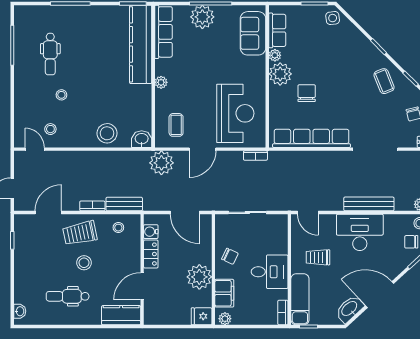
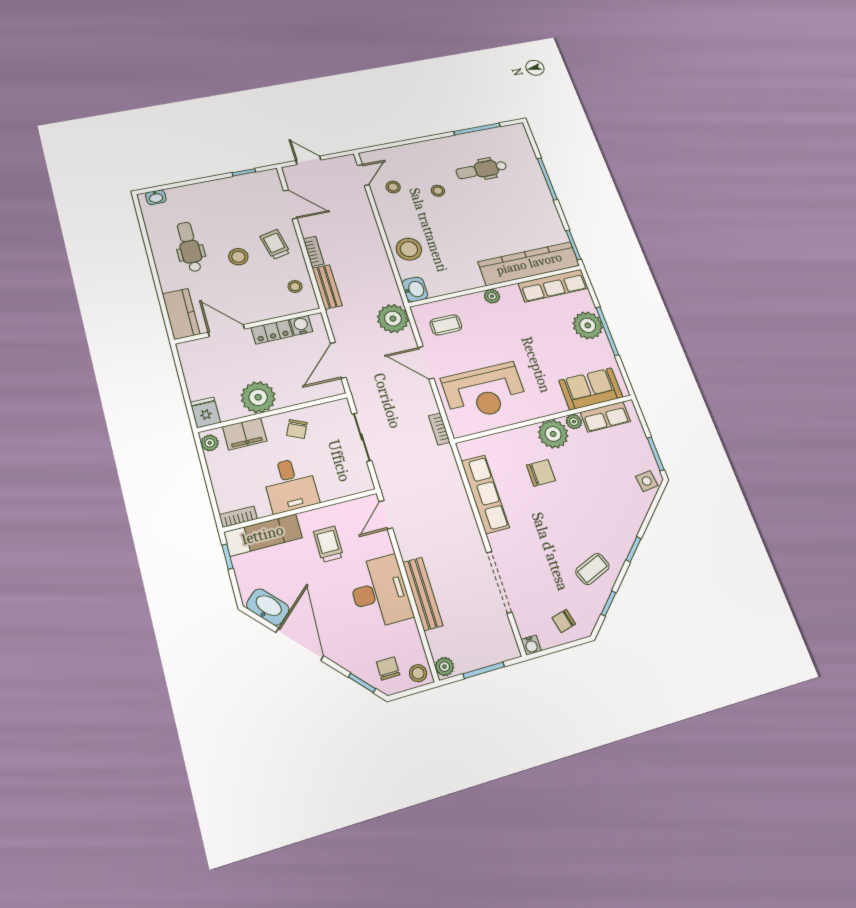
row of seats: (312, 138) -> (485, 494), width x0.73
trolley: (80, 233) -> (275, 244), width x0.73, depth x0.72

